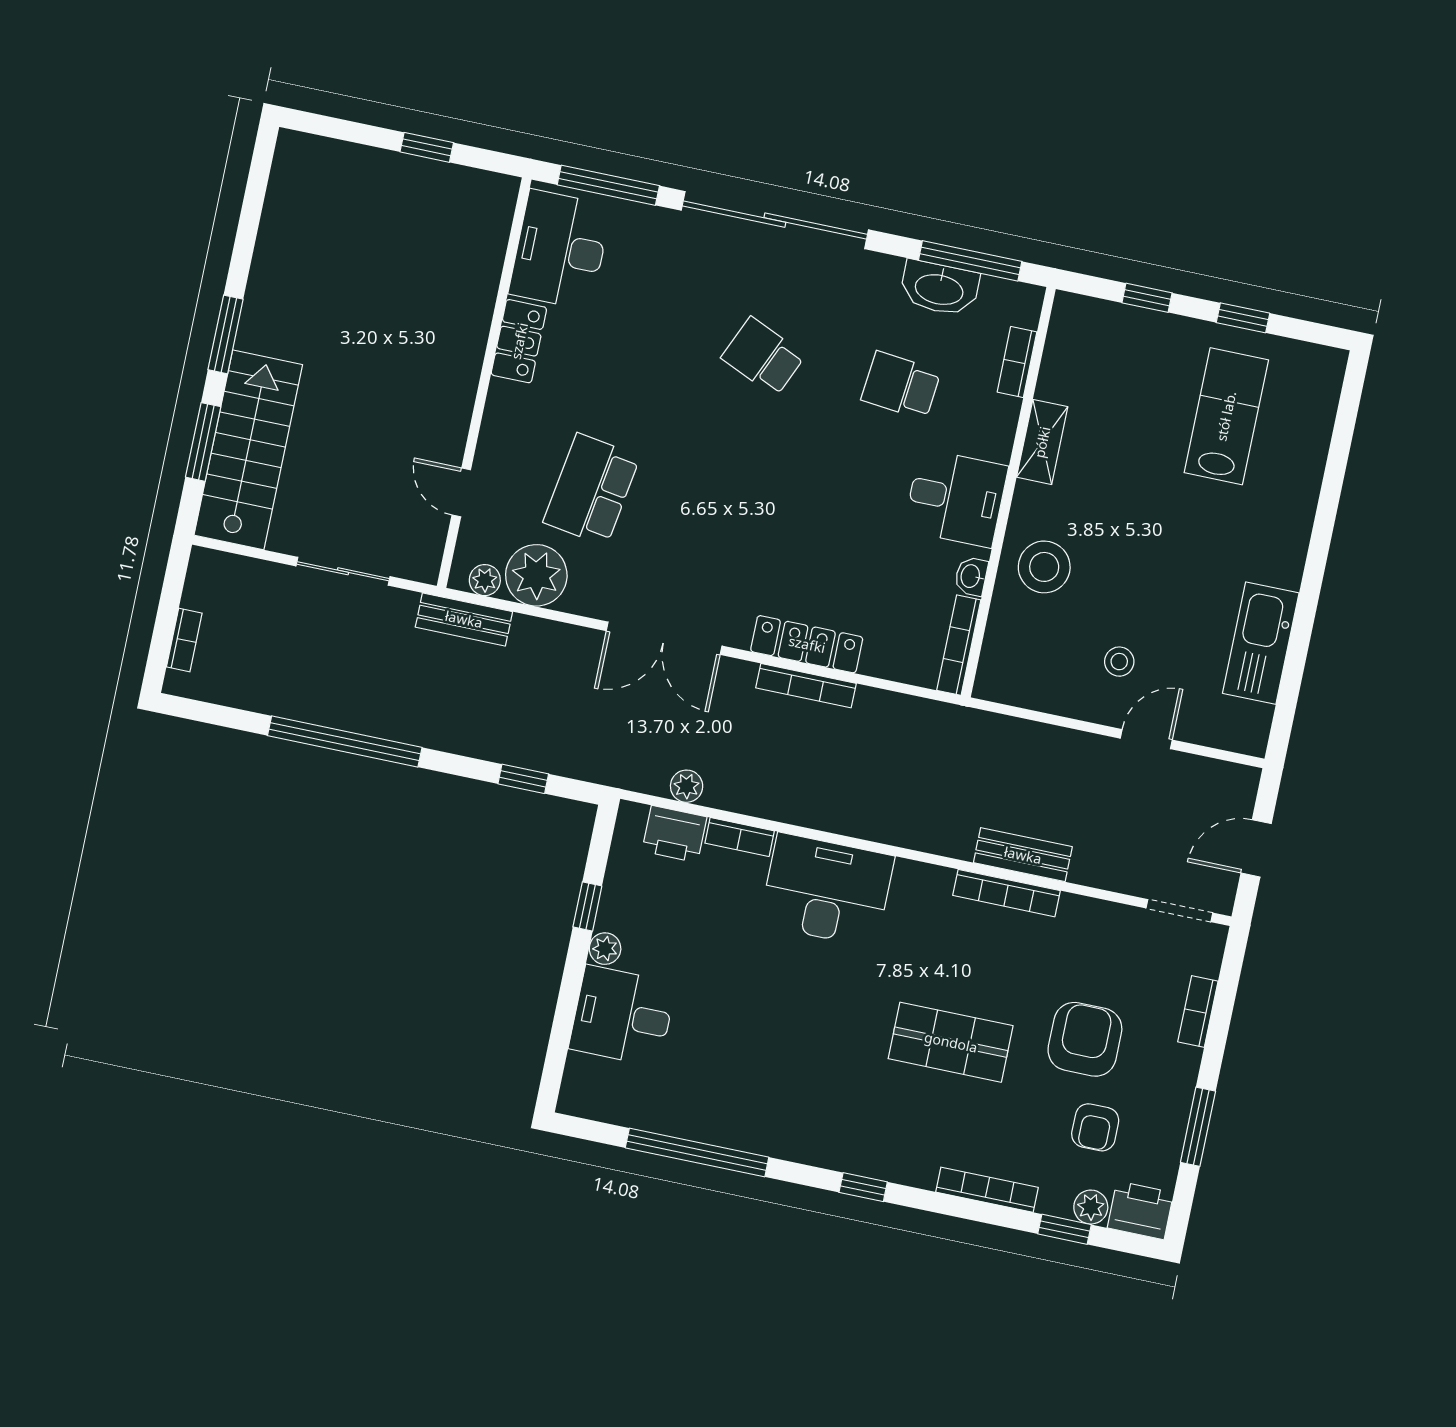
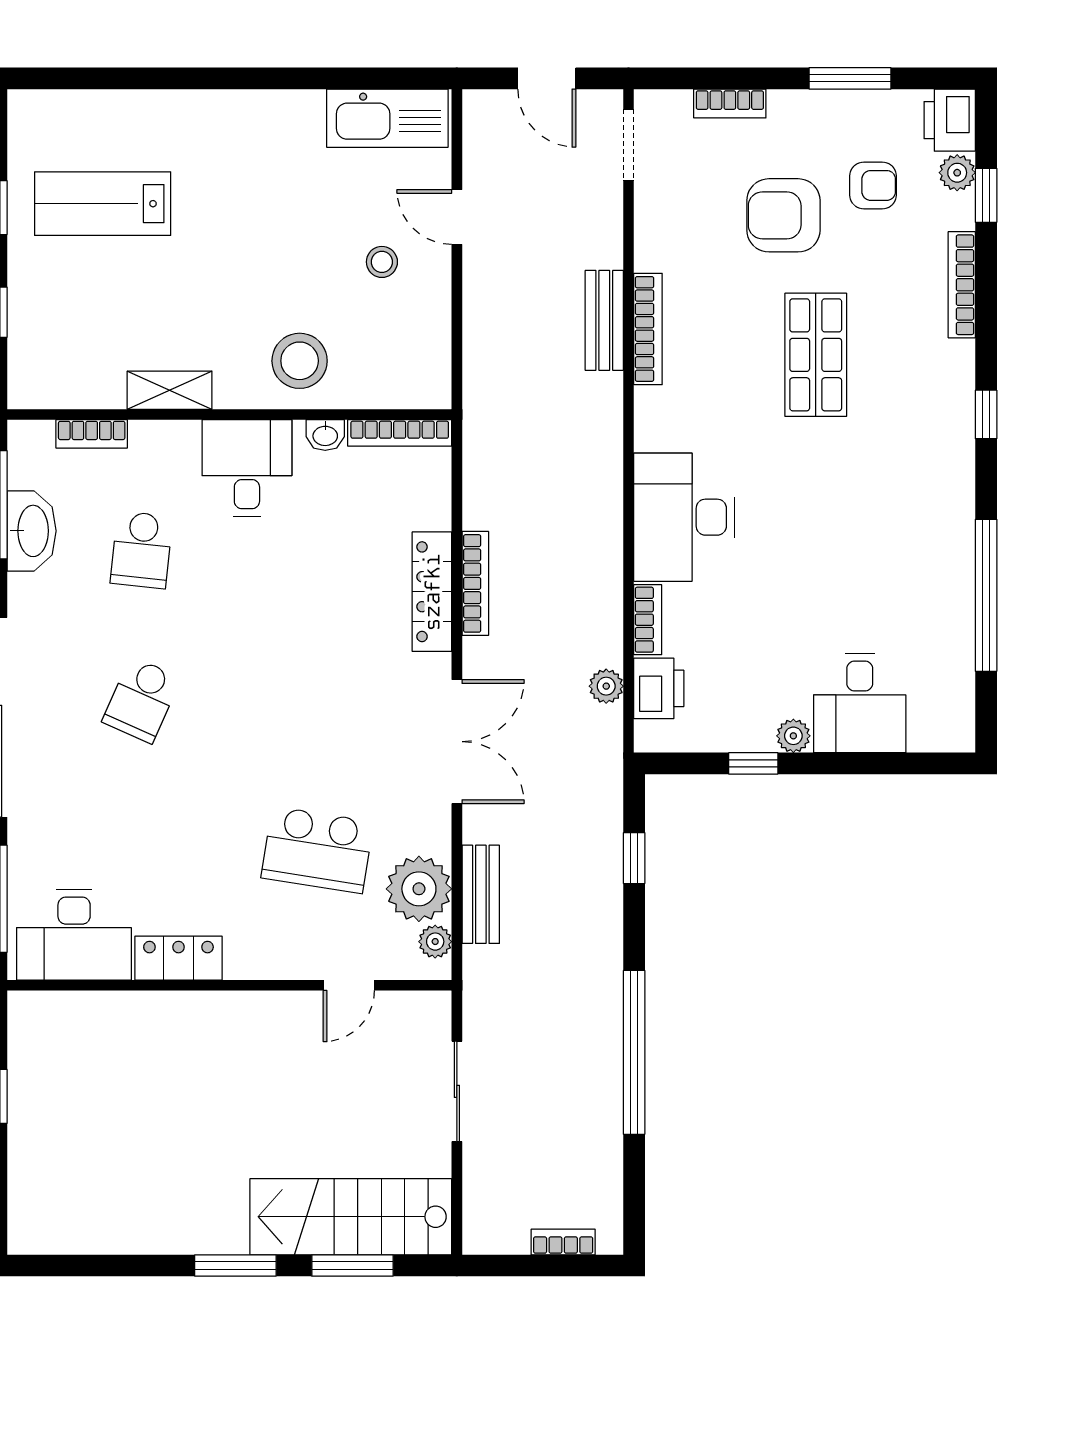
bench: (464, 619) -> (481, 894), moved
kitchen sink: (1261, 643) -> (387, 118), moved

